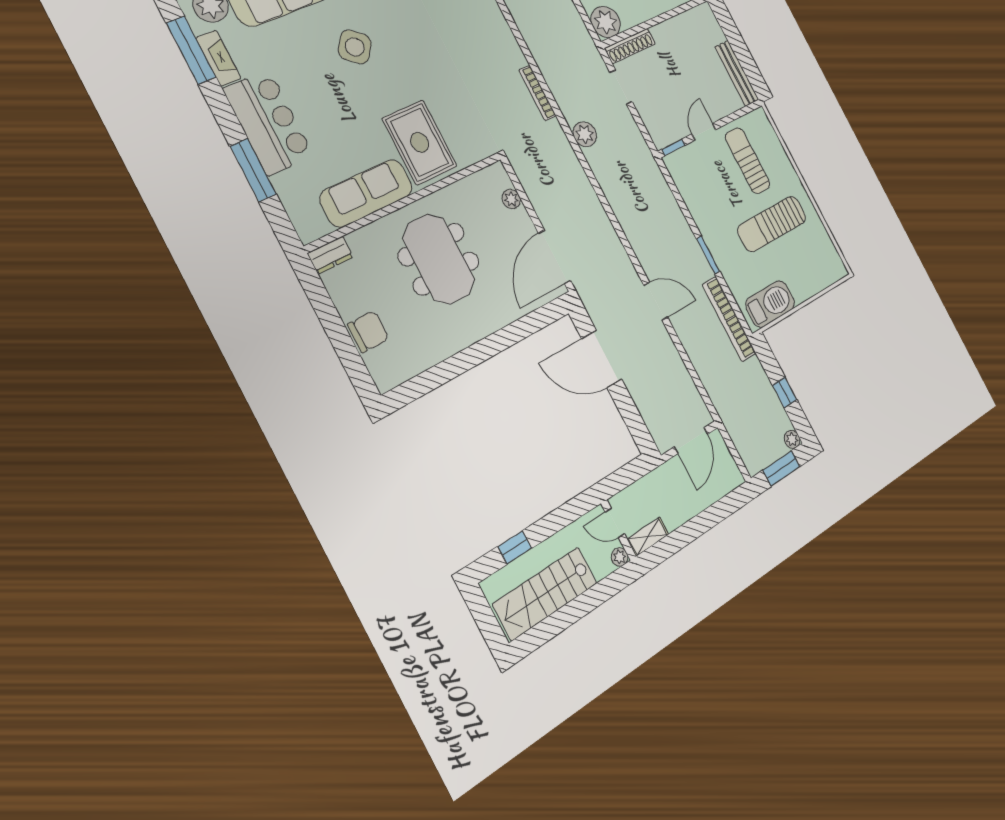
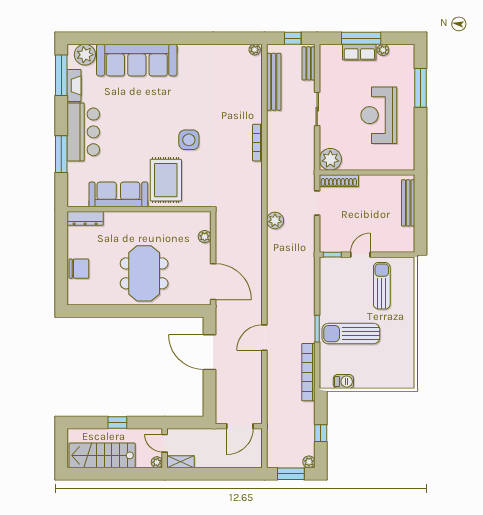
side table: (355, 47) -> (189, 140), moved, turned -38
bench: (737, 73) -> (408, 203), moved
bookcase: (537, 93) -> (257, 143), moved
sun lounger: (772, 224) -> (351, 334), moved
dresser: (330, 255) -> (85, 218), width x1.44
door: (555, 257) -> (213, 282), swing flipped
meeting table: (439, 259) -> (144, 273), moved
door: (656, 301) -> (264, 338), swing flipped
barbecue: (770, 304) -> (343, 382), width x0.53, depth x0.65
window: (515, 547) -> (117, 422), moved

